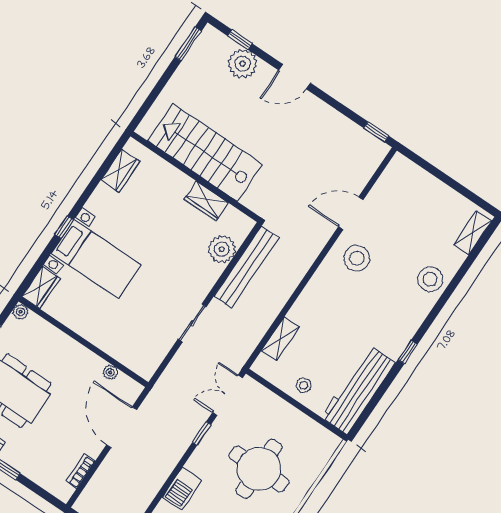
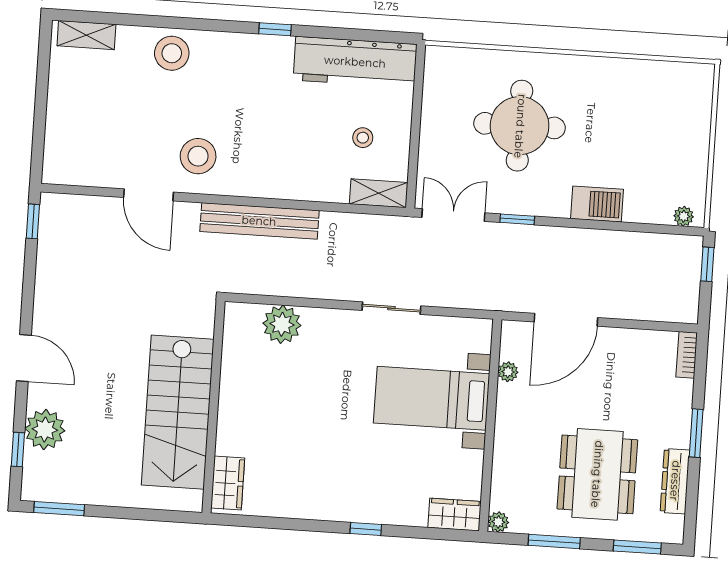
wardrobe: (120, 171) -> (228, 483), moved, turned 90
wardrobe: (206, 201) -> (235, 377), removed
bed with nightstands: (96, 259) -> (432, 398), moved, turned -90
bench: (246, 267) -> (259, 221), moved
shelving: (280, 339) -> (379, 193), moved
stool: (304, 385) -> (363, 138), moved
double door: (227, 395) -> (453, 215), swing flipped
bookcase: (80, 471) -> (687, 355), moved, turned 90

